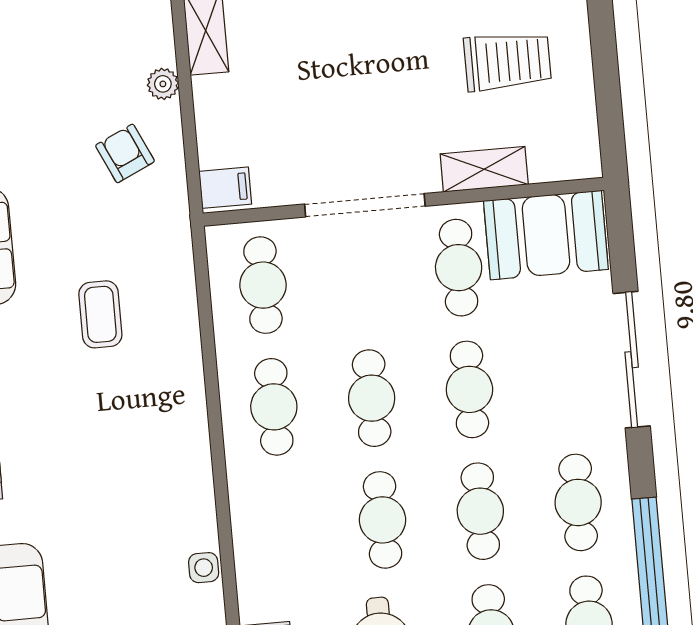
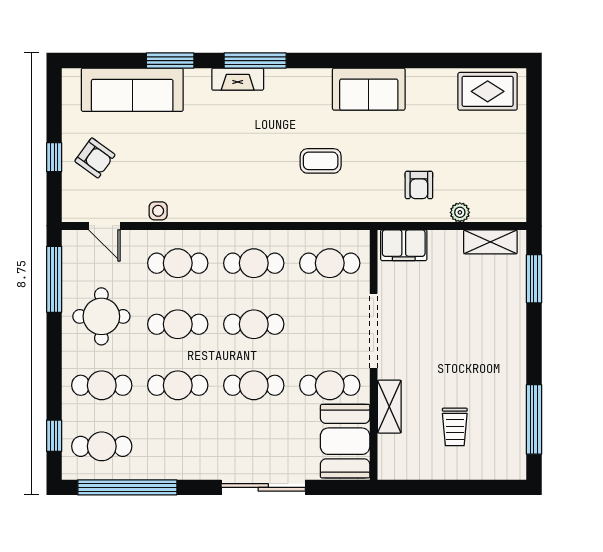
trolley: (507, 61) -> (455, 427), width x0.73, depth x0.72
armchair: (125, 153) -> (419, 185), turned 115
filing cabinet: (225, 188) -> (404, 245), width x2.00
cafe table: (578, 502) -> (178, 263), moved

